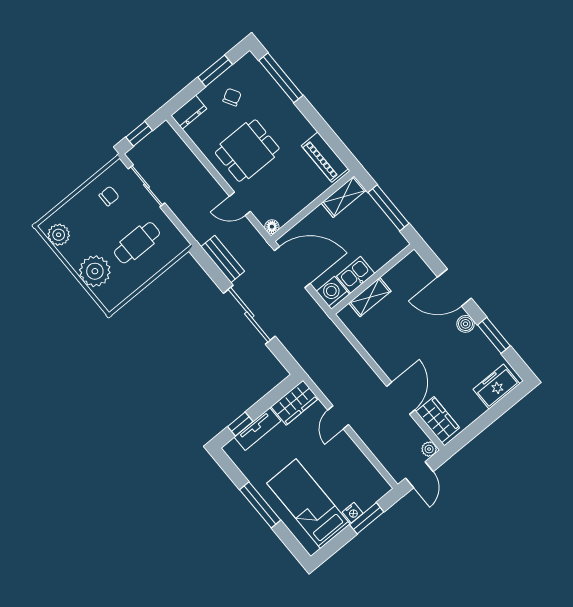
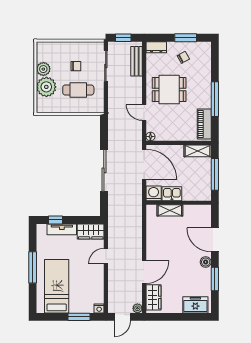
window: (281, 78) -> (215, 99), moved
chair: (109, 196) -> (76, 66), moved
plant: (59, 235) -> (43, 69), moved
bench: (223, 259) -> (137, 61), moved
nightstand: (353, 513) -> (99, 308), moved

